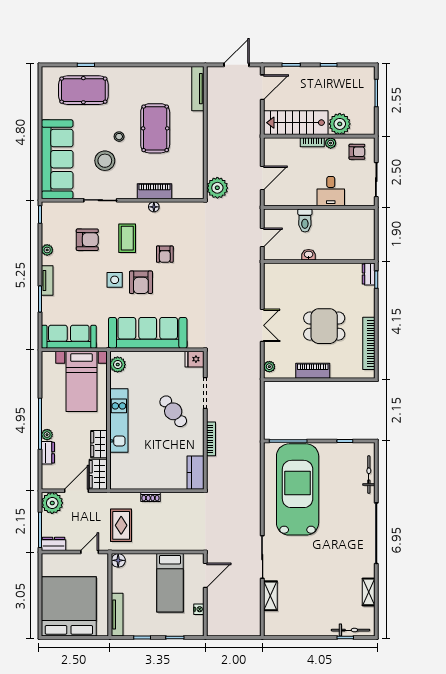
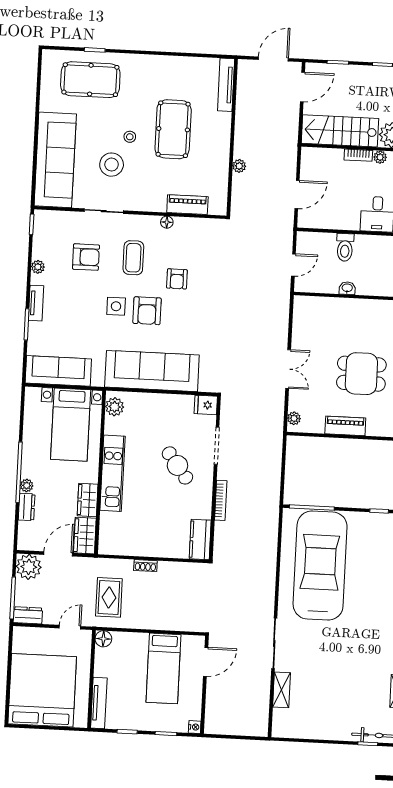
plant: (217, 188) -> (239, 166), moved, width x0.53, depth x0.53
piano: (154, 191) -> (187, 205), moved
nightstand: (199, 609) -> (195, 727), moved

